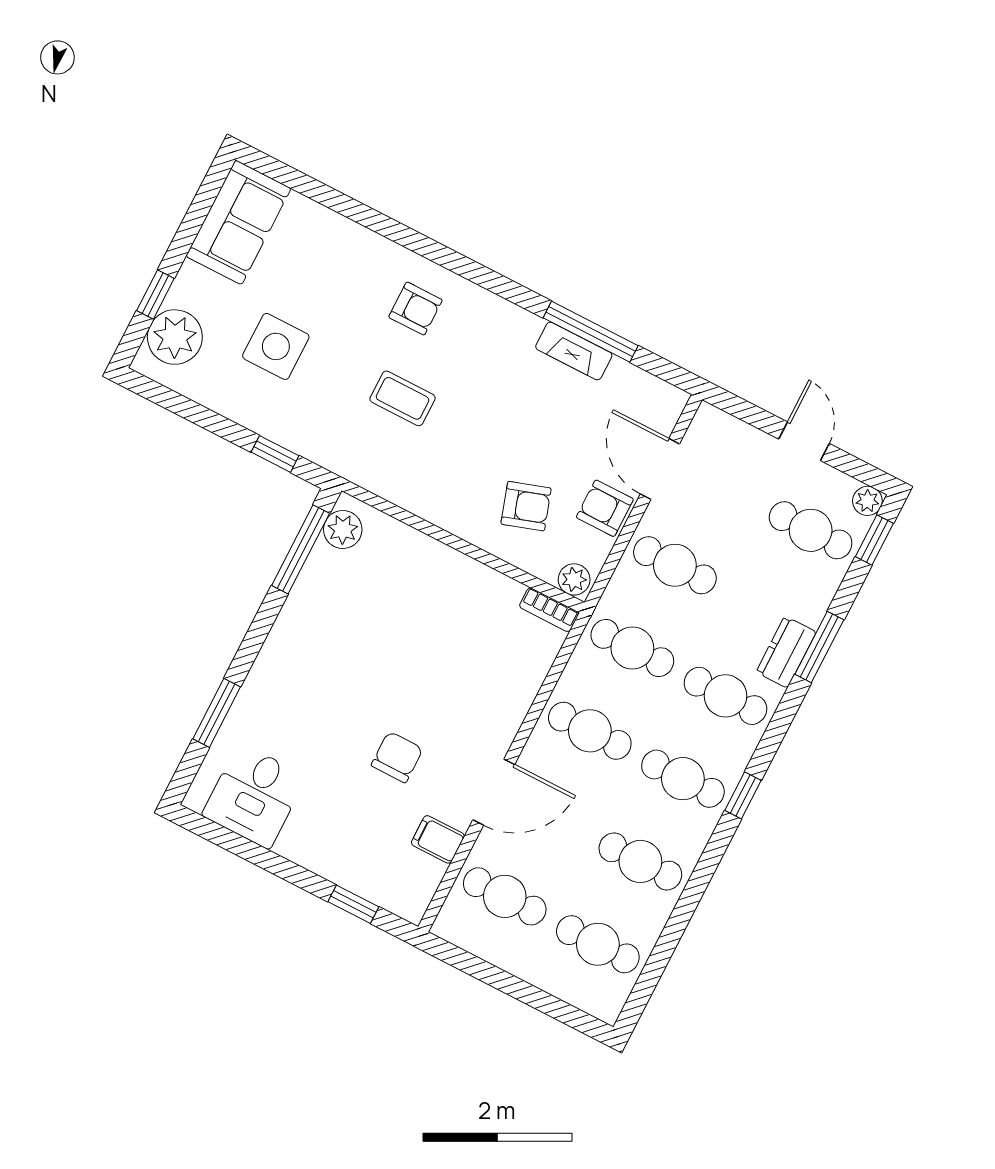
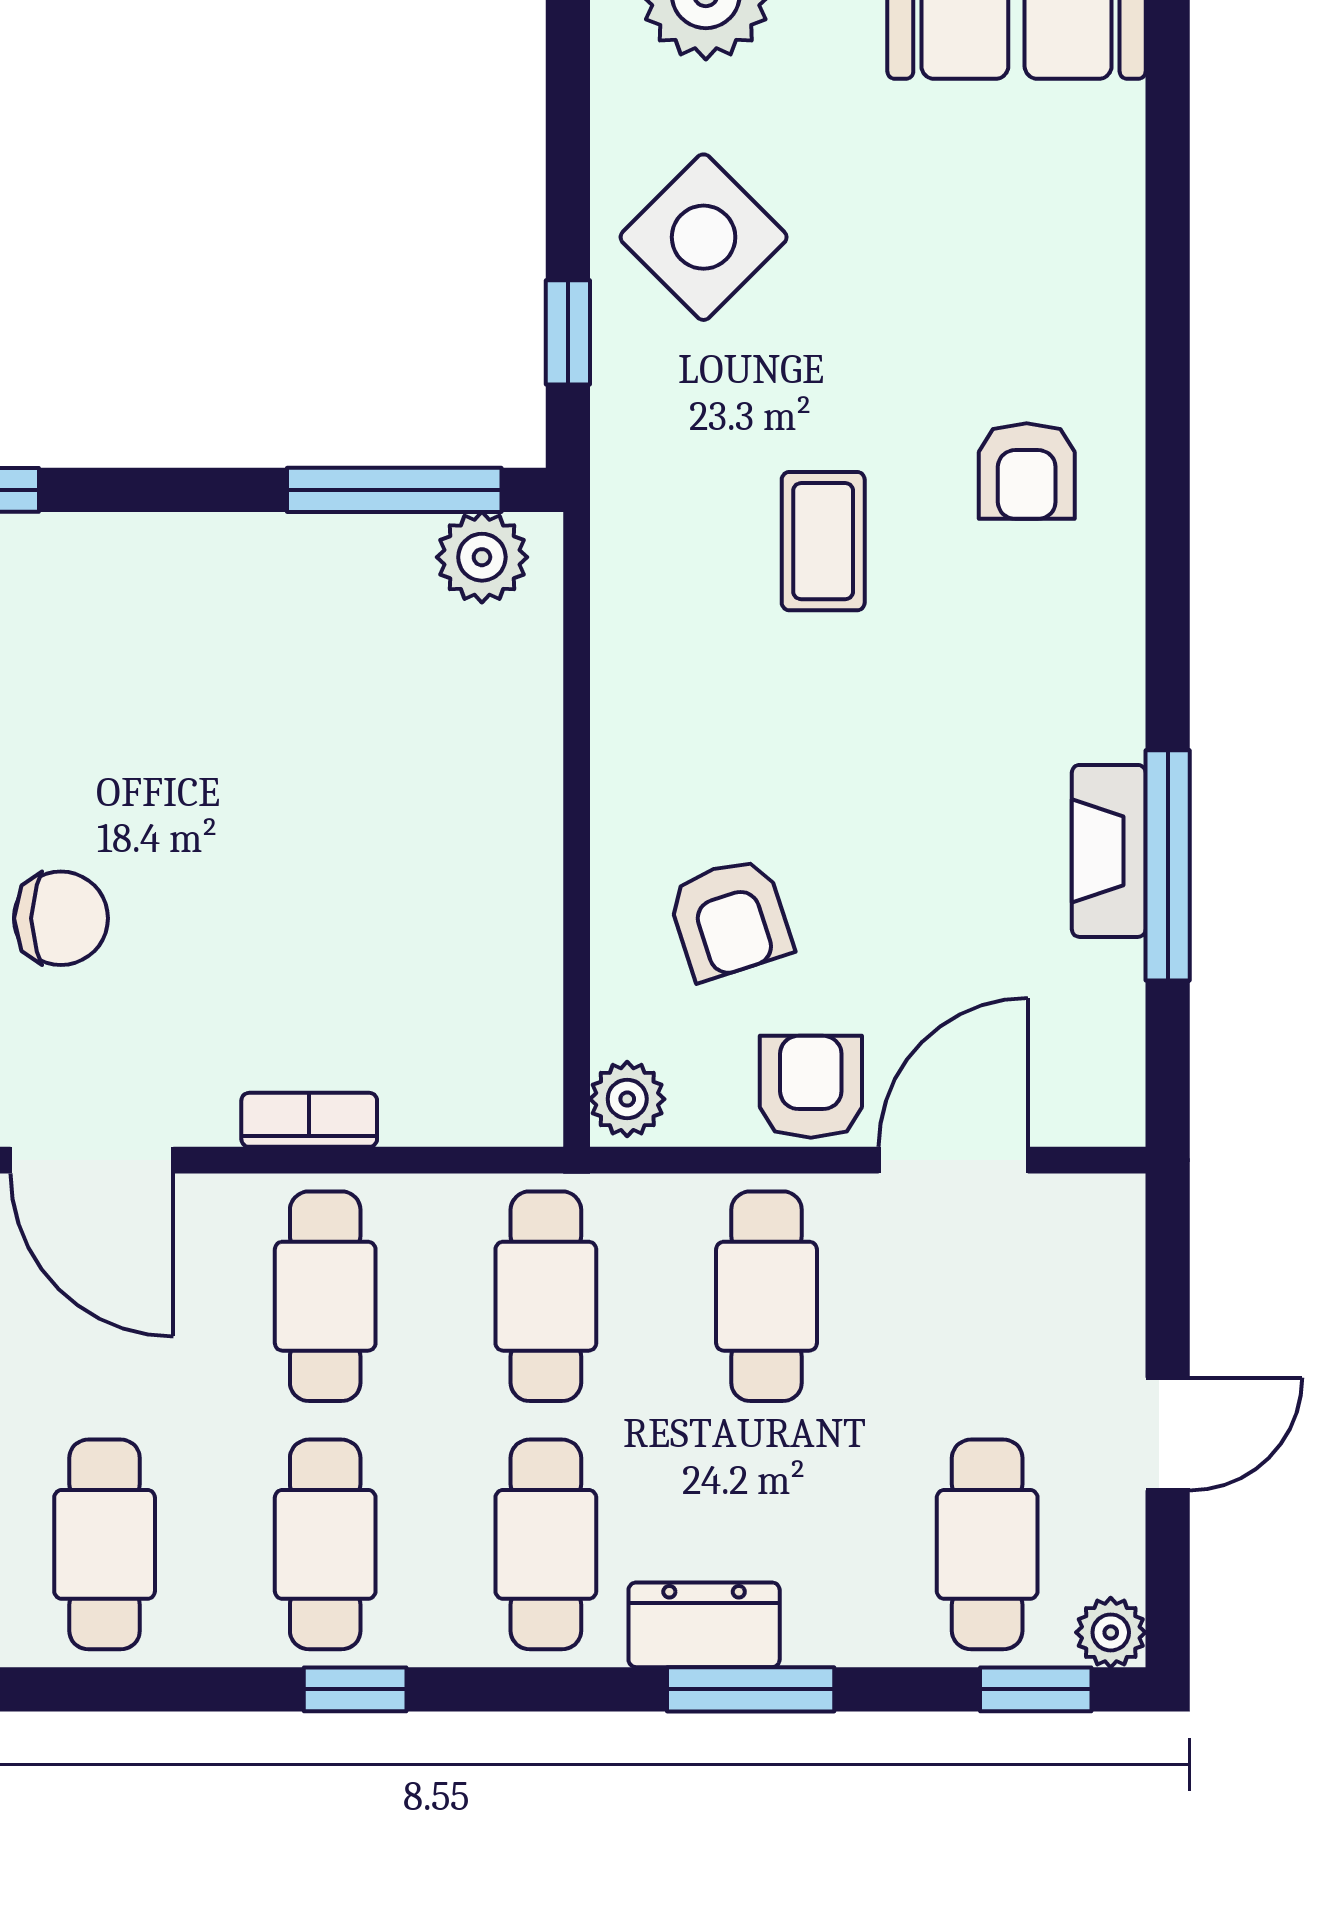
side table: (276, 346) -> (704, 237), moved, turned 45
bookcase: (549, 610) -> (309, 1120), moved, turned 90

